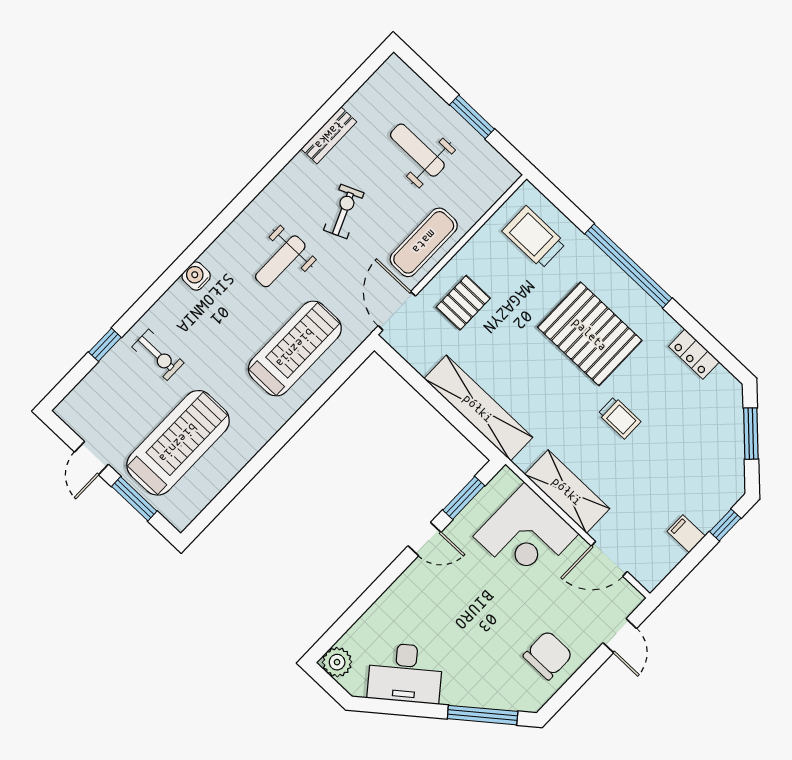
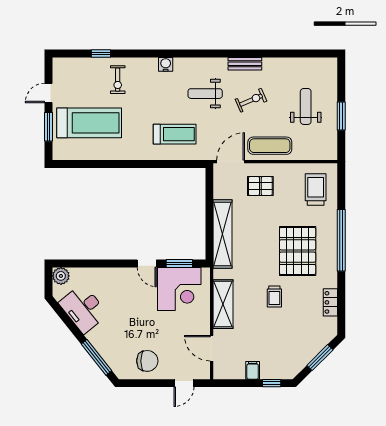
bench: (329, 135) -> (245, 64), moved
treadmill: (295, 348) -> (175, 134), width x0.73, depth x0.73
corner desk: (526, 535) -> (179, 289), moved, turned -90

